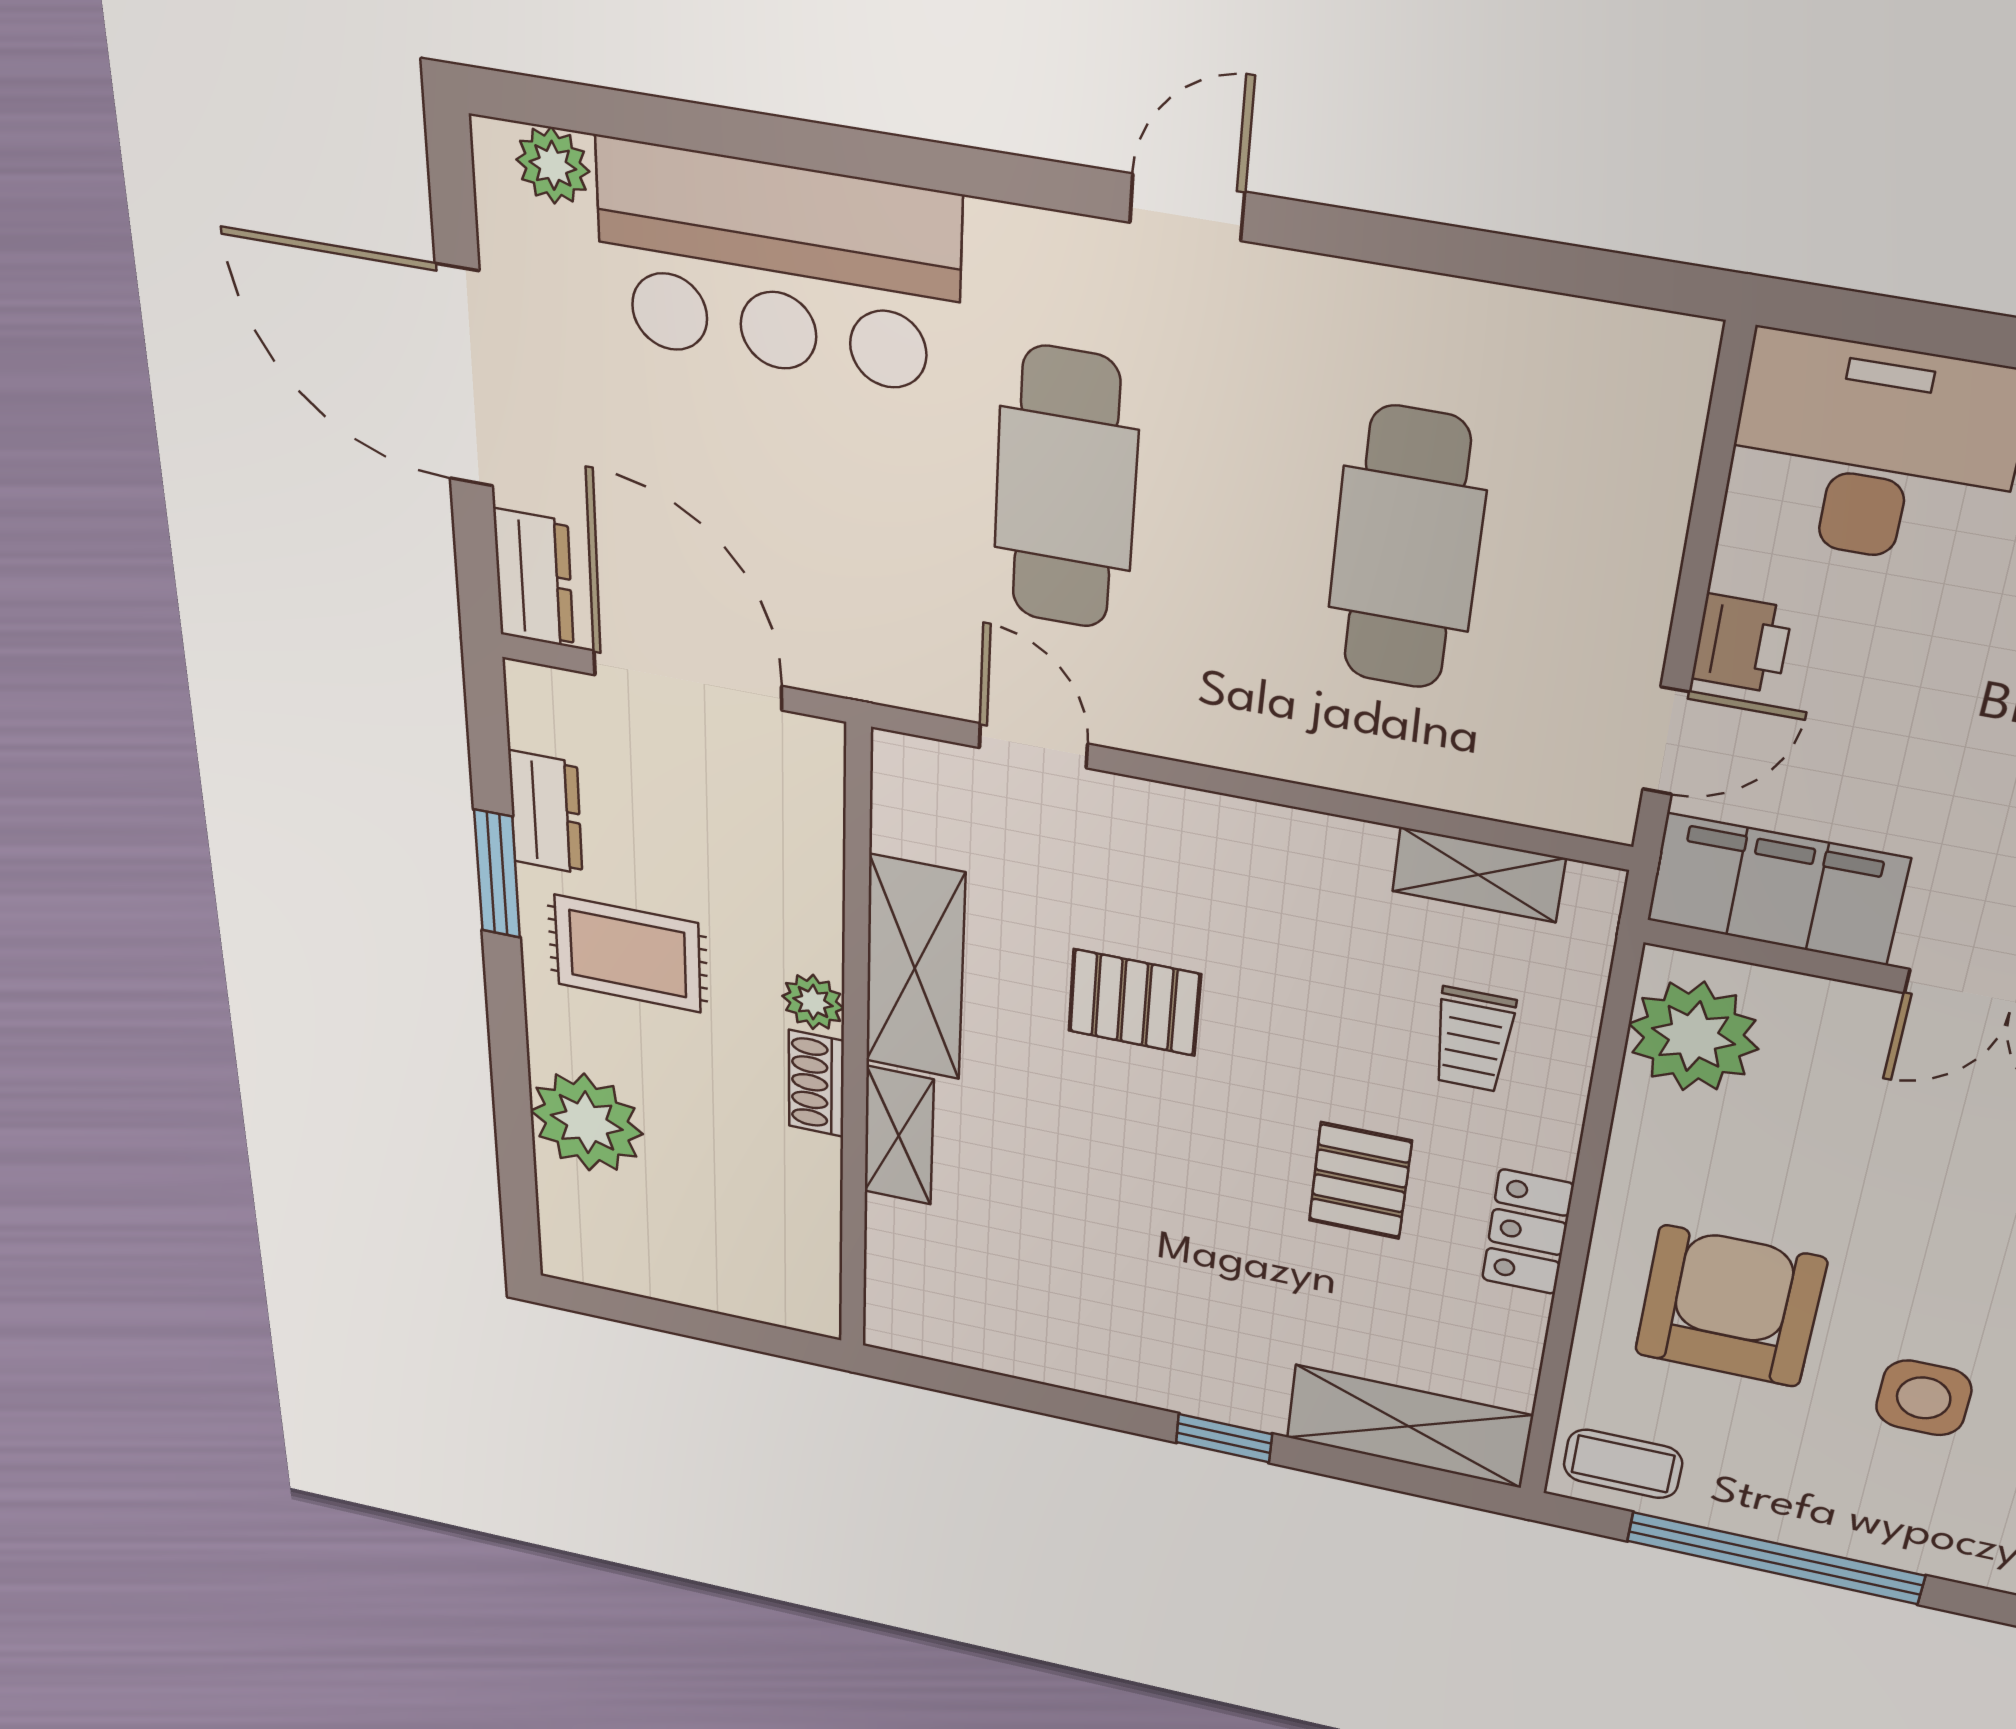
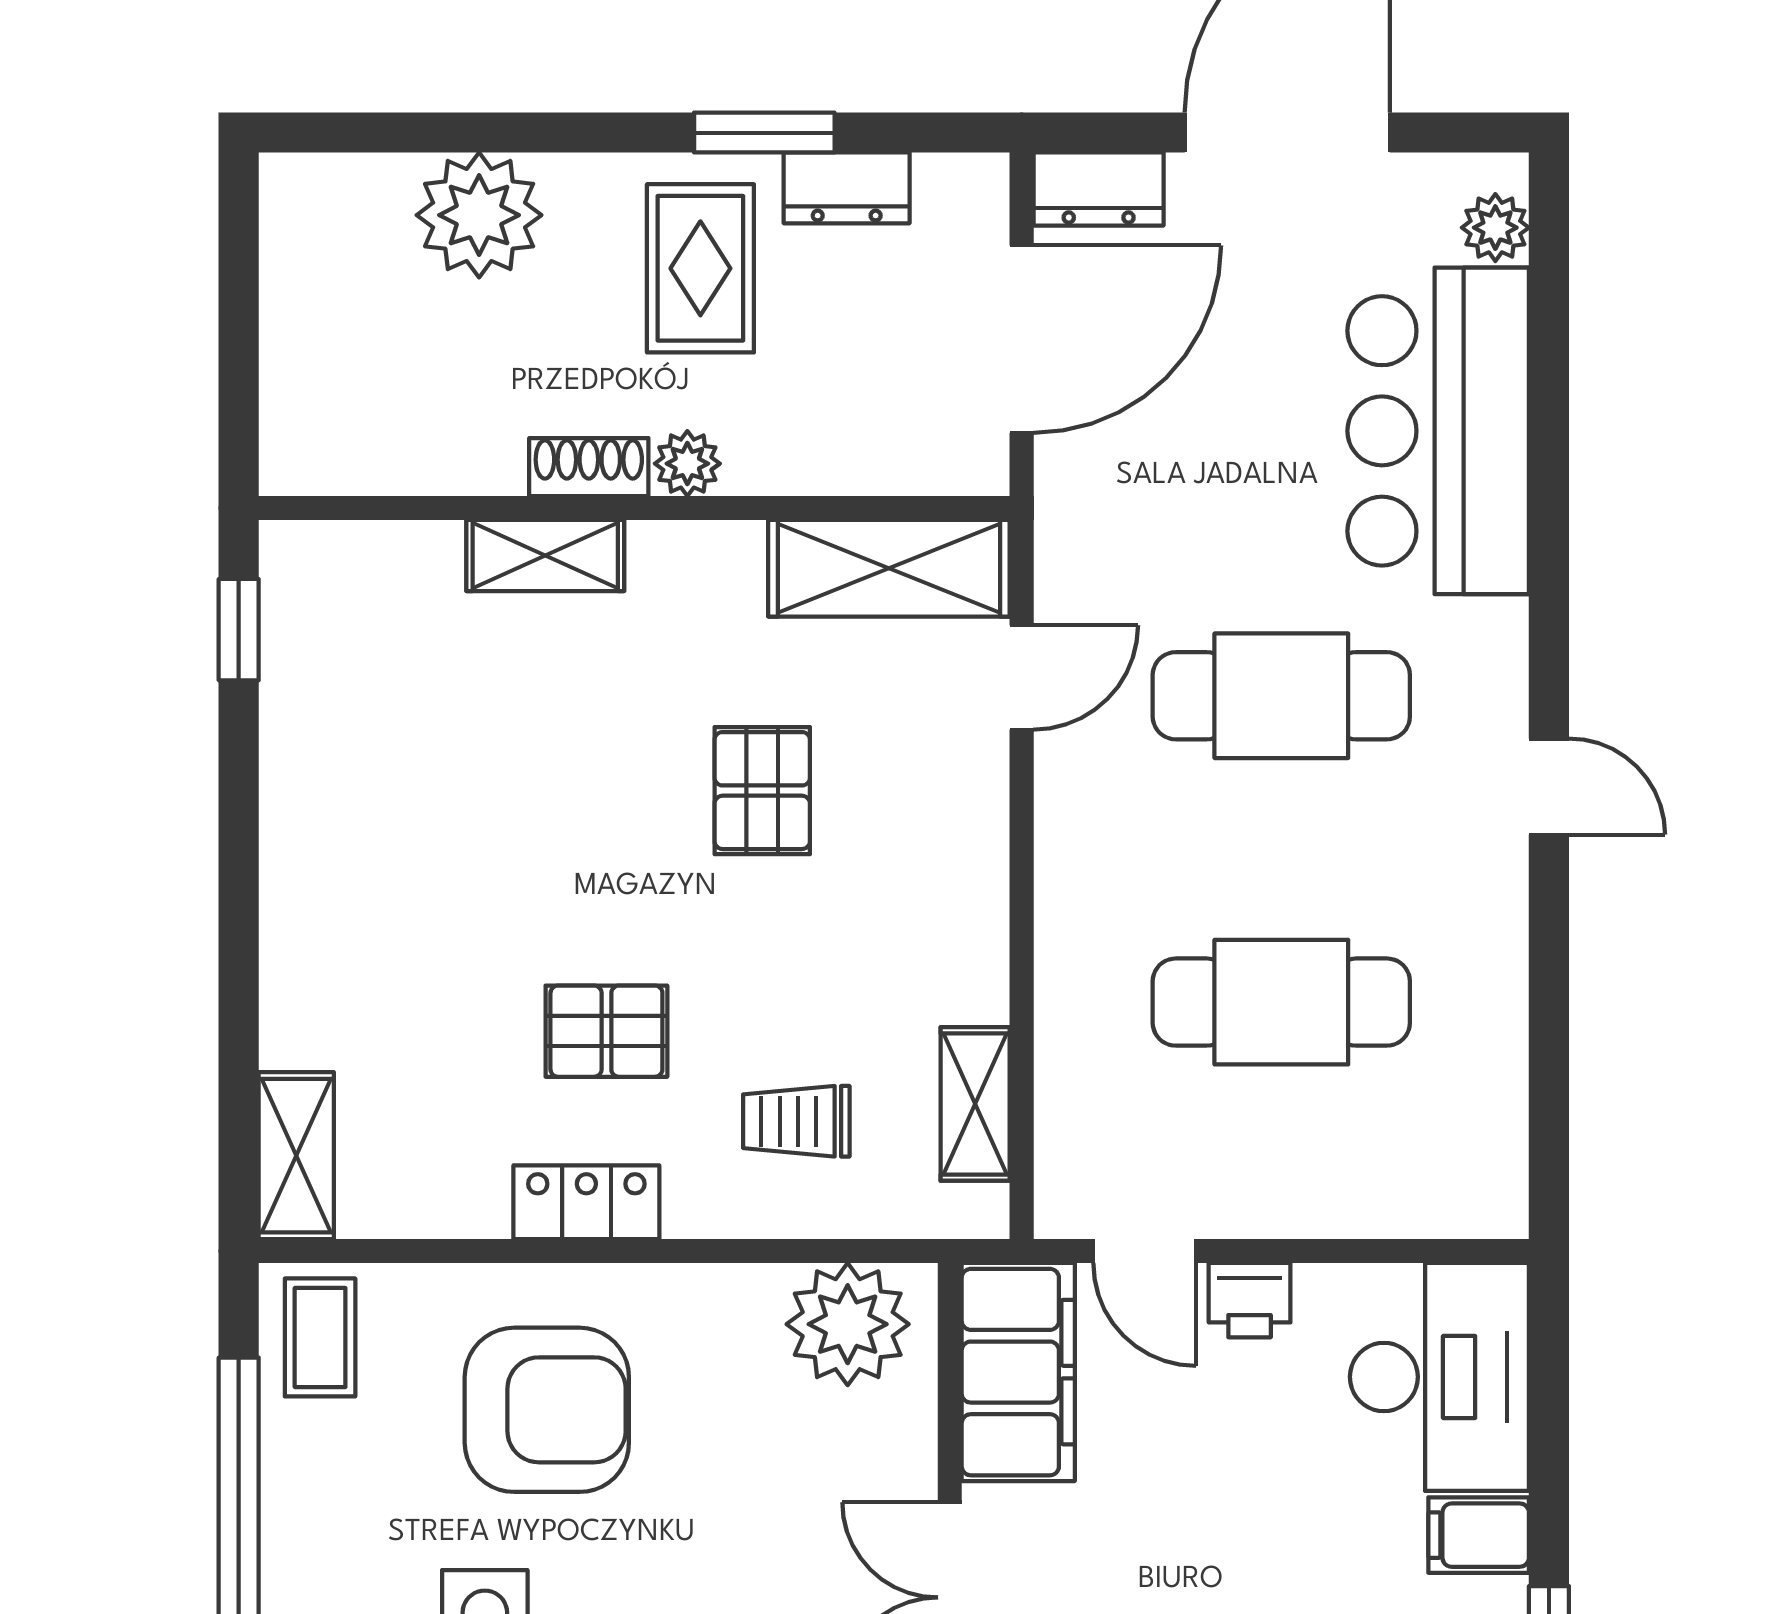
shelving: (915, 968) -> (889, 568), moved
shelving: (1409, 1426) -> (296, 1156), width x0.67, depth x0.75
window: (1224, 1438) -> (239, 630), moved

